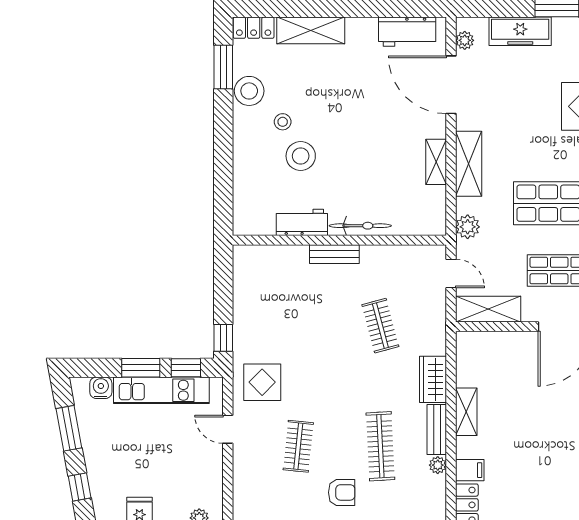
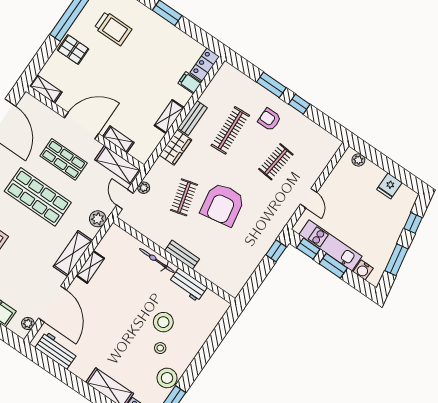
shelving: (509, 341) -> (118, 139), added
armchair: (327, 350) -> (223, 204), added
display table: (262, 382) -> (271, 211), removed
plant: (438, 465) -> (144, 188), moved

